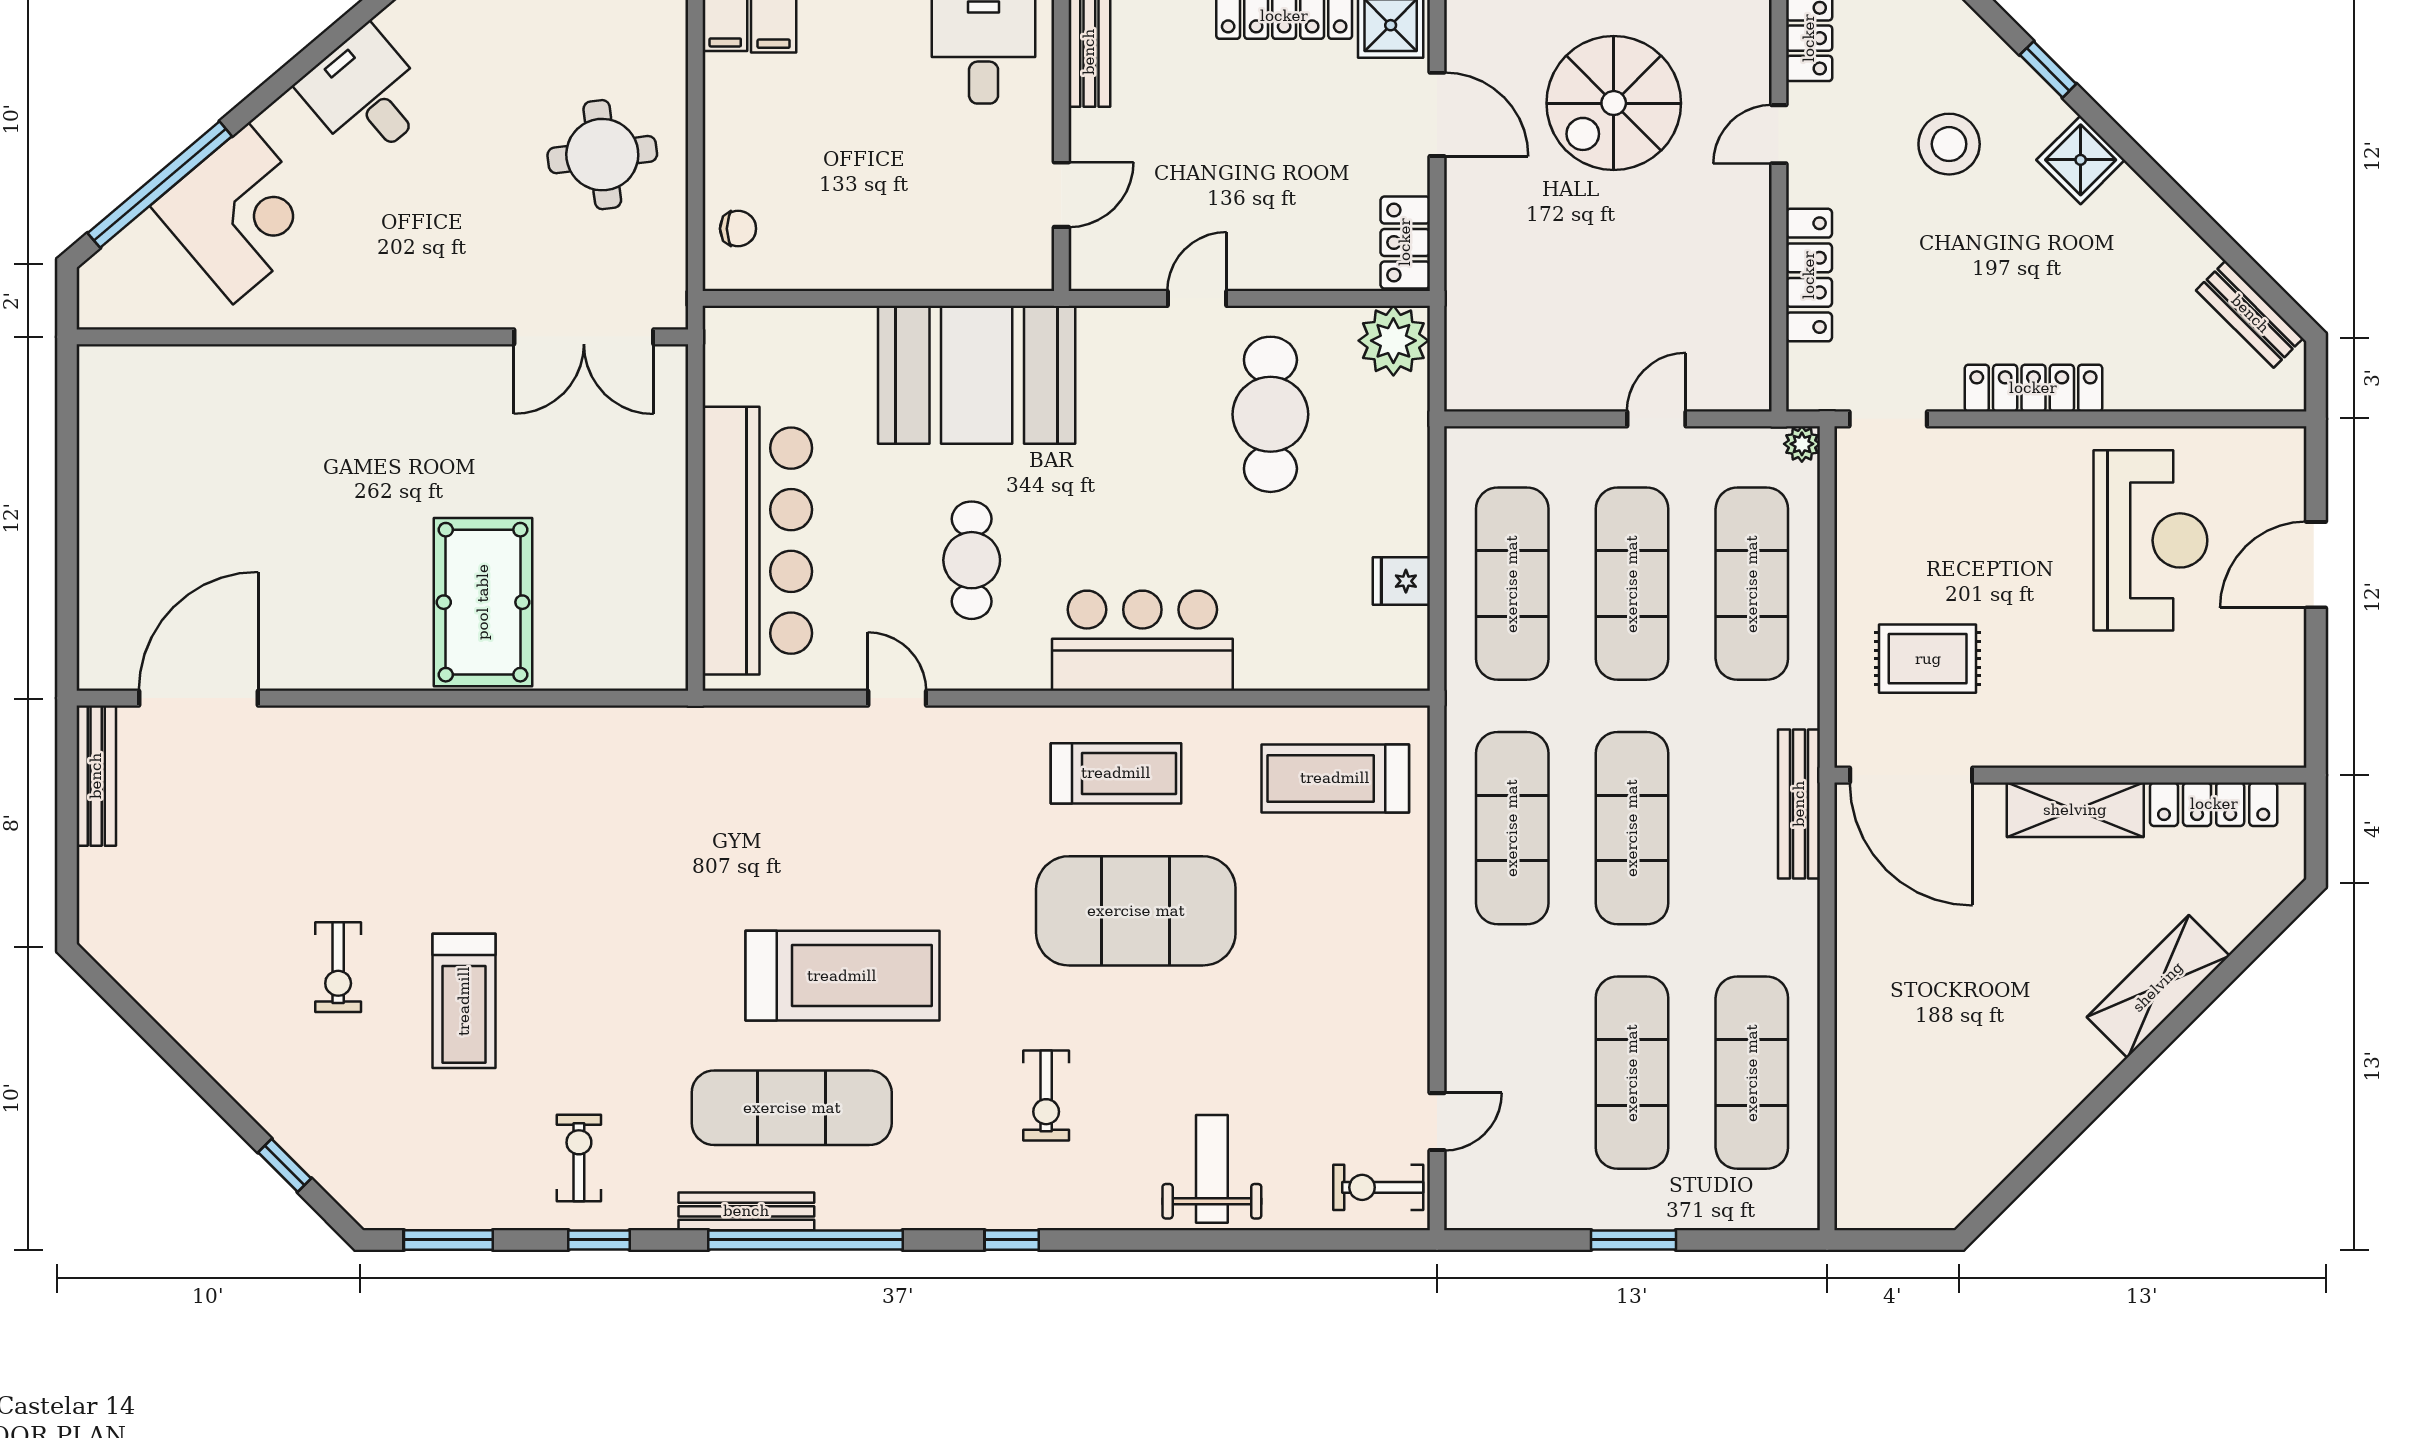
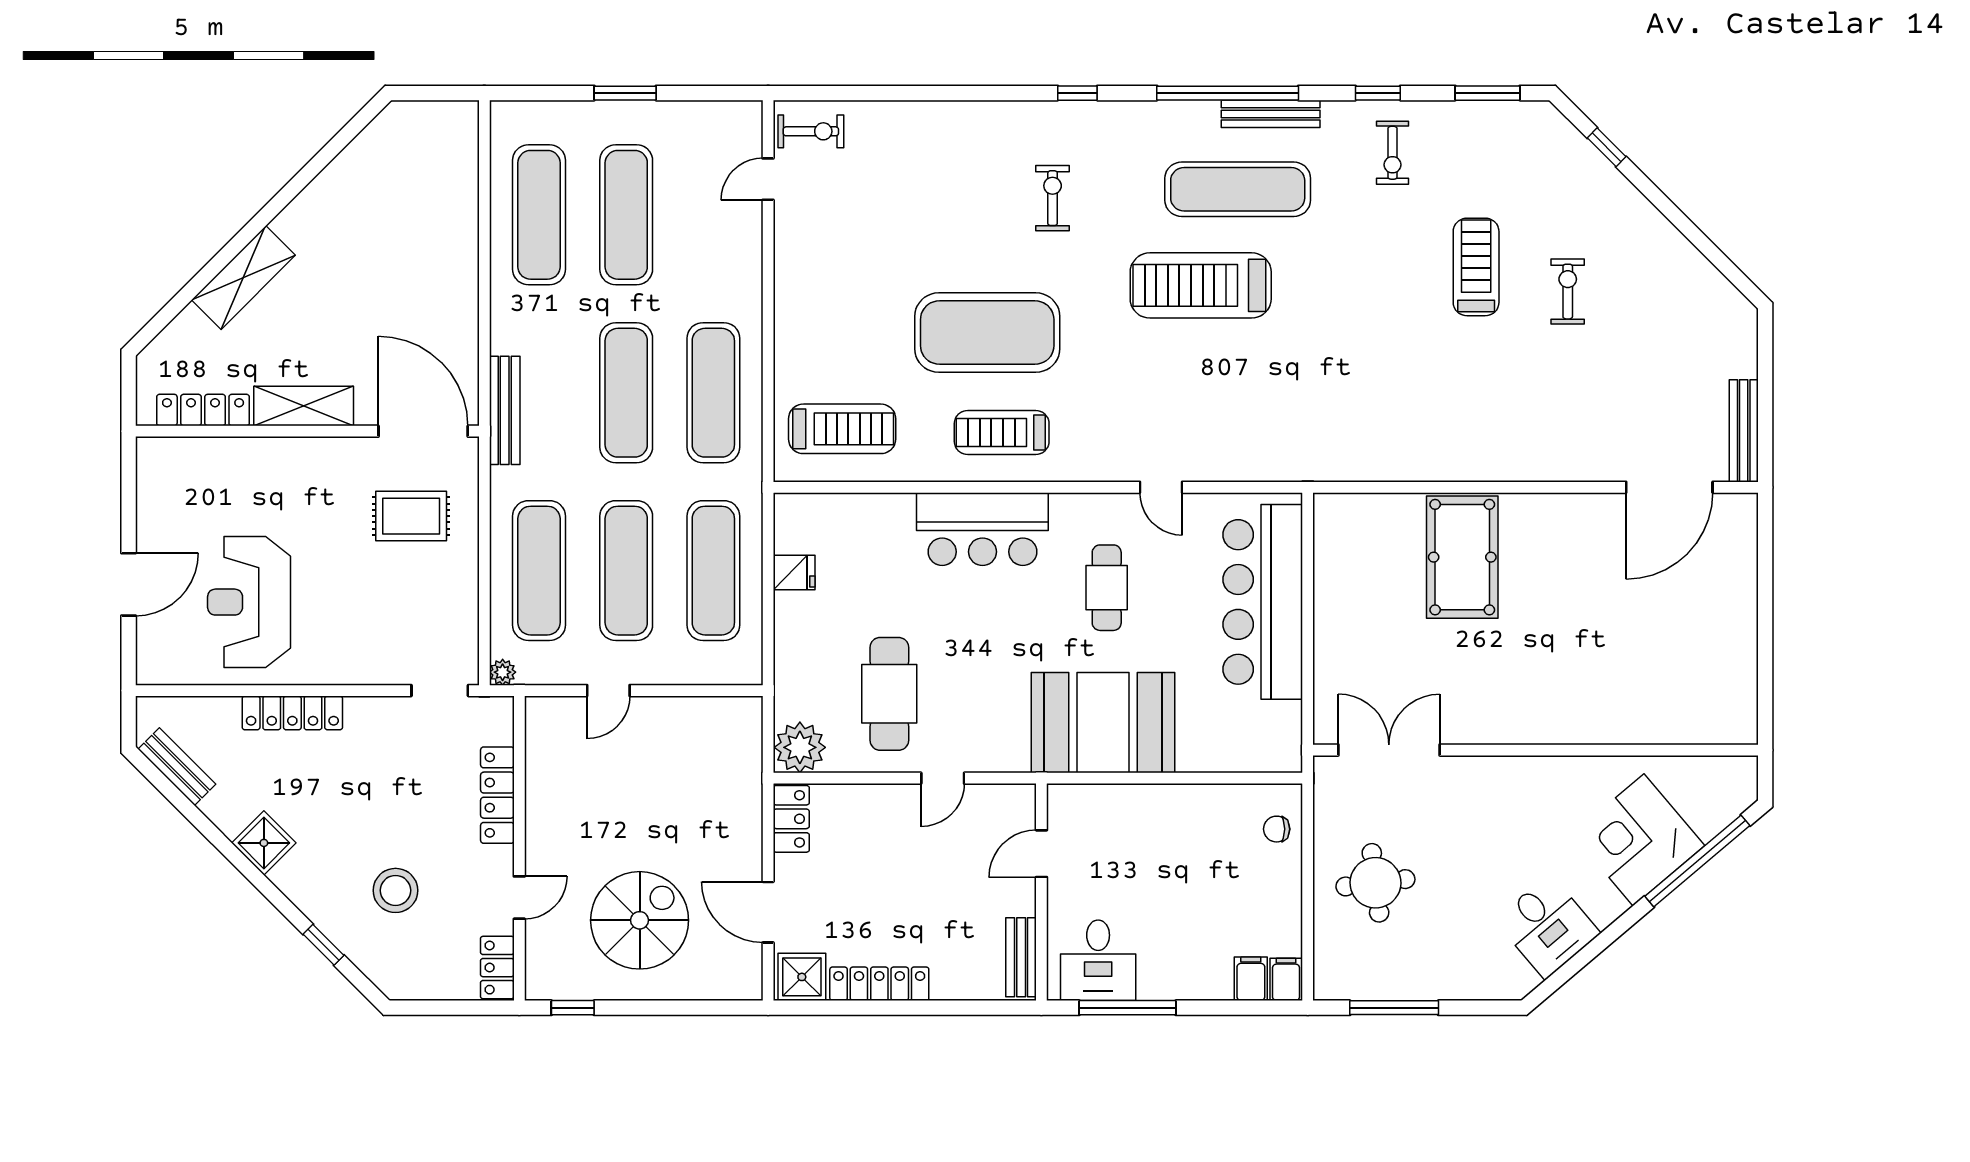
shower: (2081, 160) -> (264, 843), moved
locker: (2033, 388) -> (292, 713), moved
weight bench: (1212, 1169) -> (932, 145), removed

